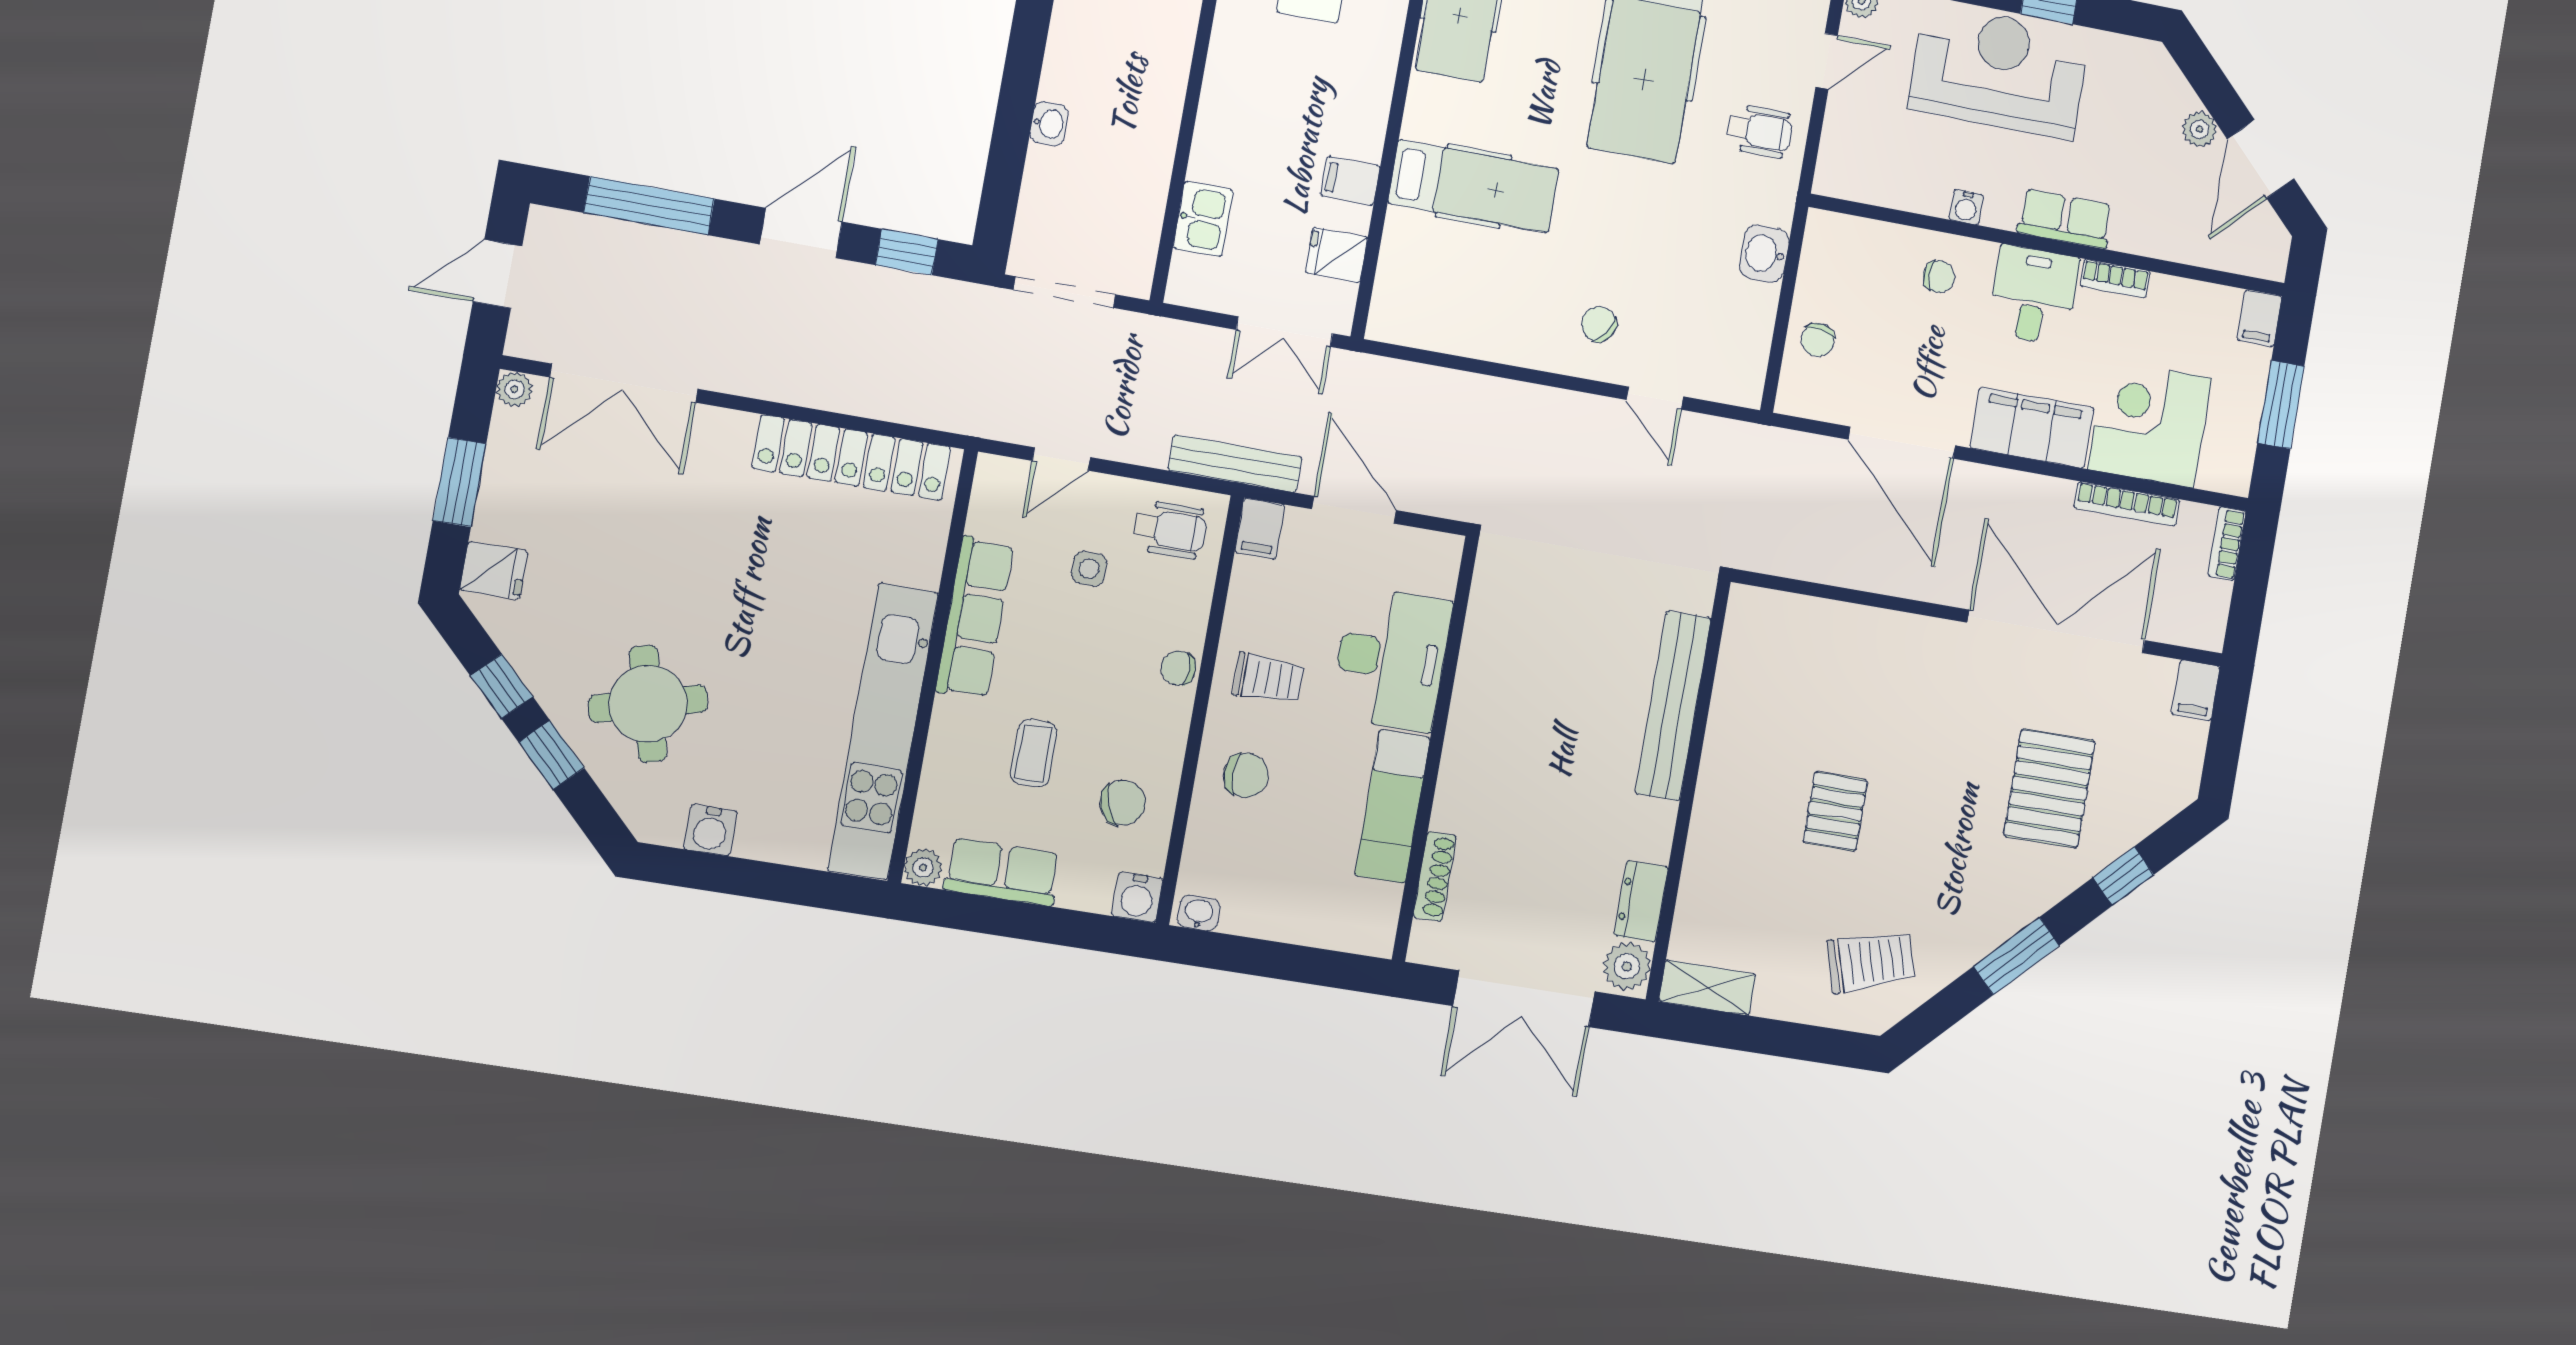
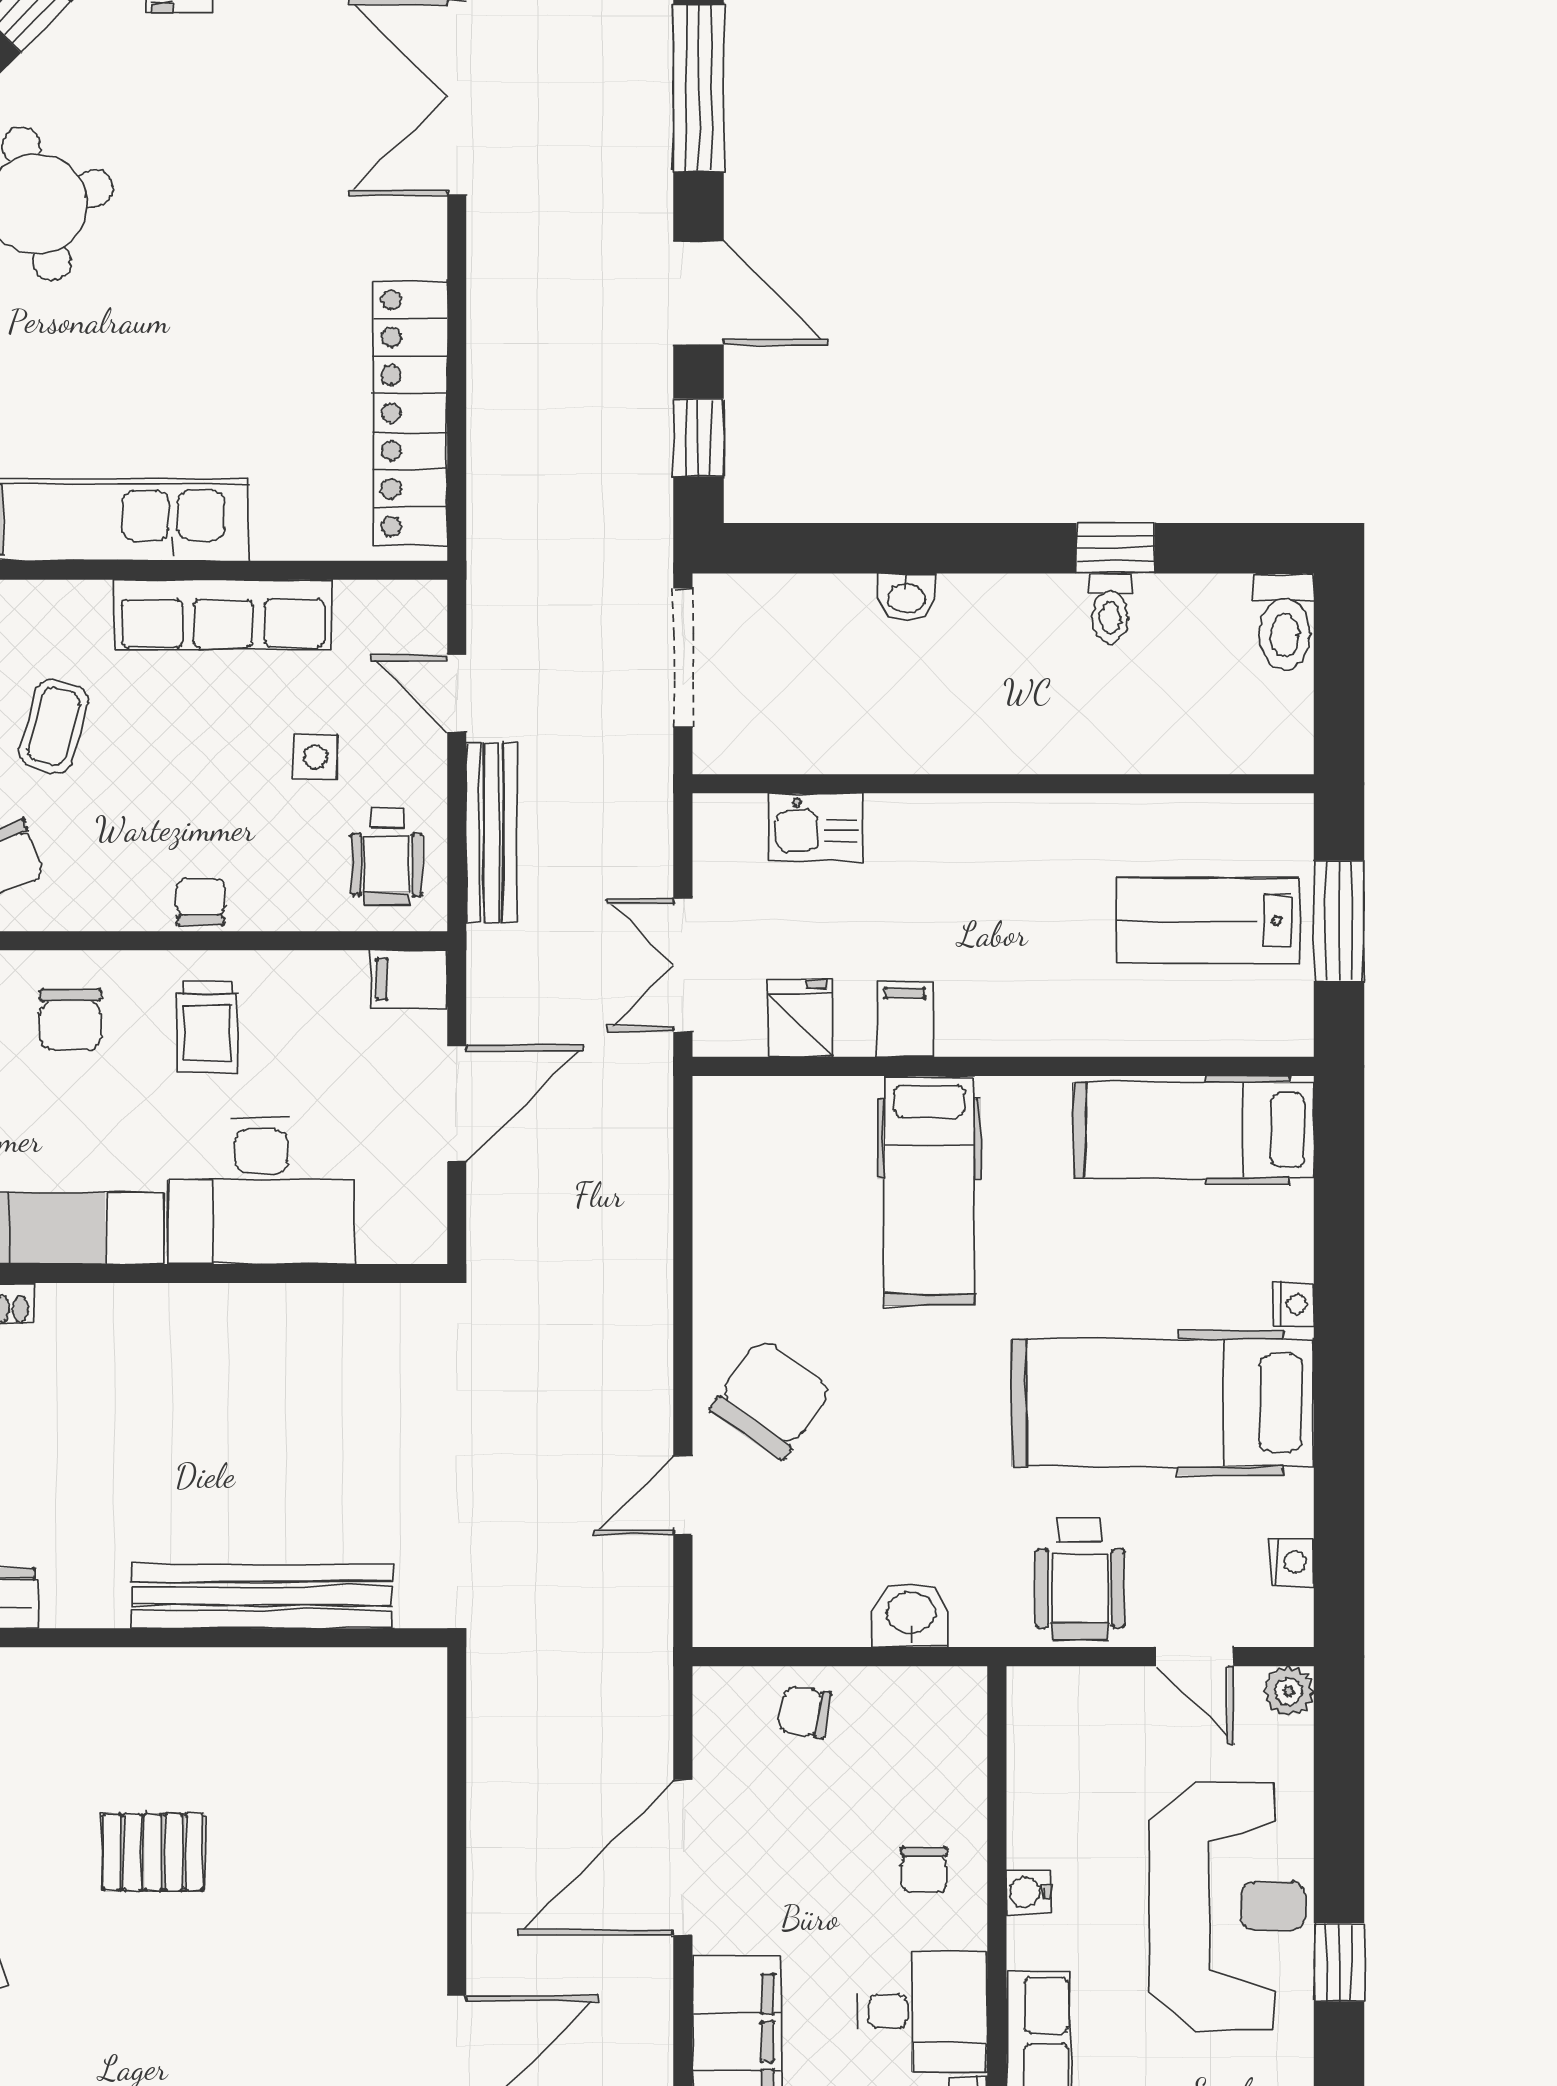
wheelchair: (1760, 131) -> (1080, 1579), width x1.36, depth x1.37
chair: (1599, 324) -> (771, 1399), width x1.87, depth x1.87
bench: (1235, 464) -> (491, 833), moved
coffee table: (1034, 753) -> (54, 726), turned -74

